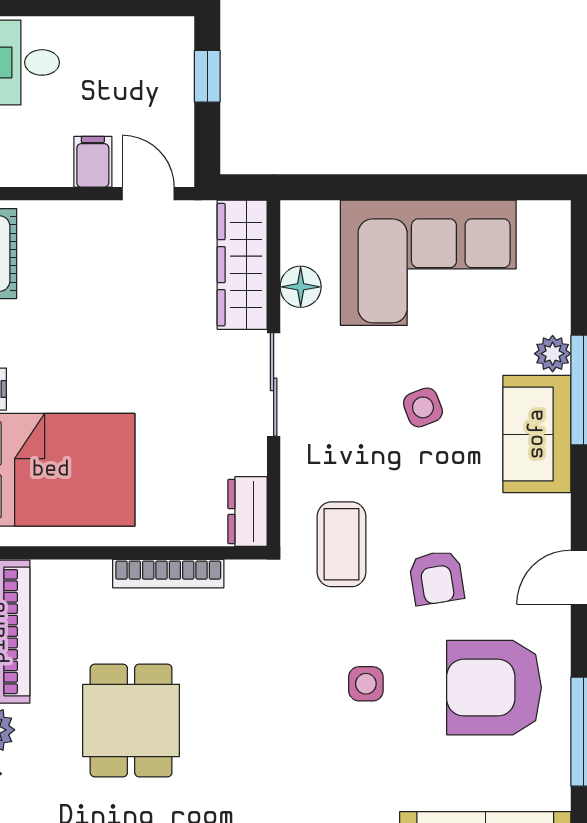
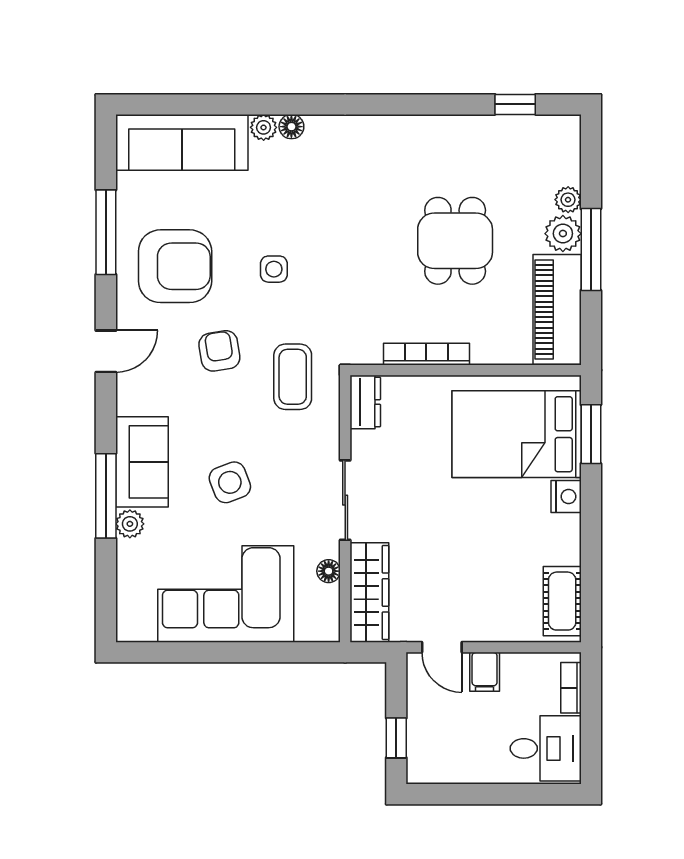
floor lamp: (301, 287) -> (329, 571), width x0.73, depth x0.73
side table: (423, 407) -> (230, 482), width x1.37, depth x1.37

